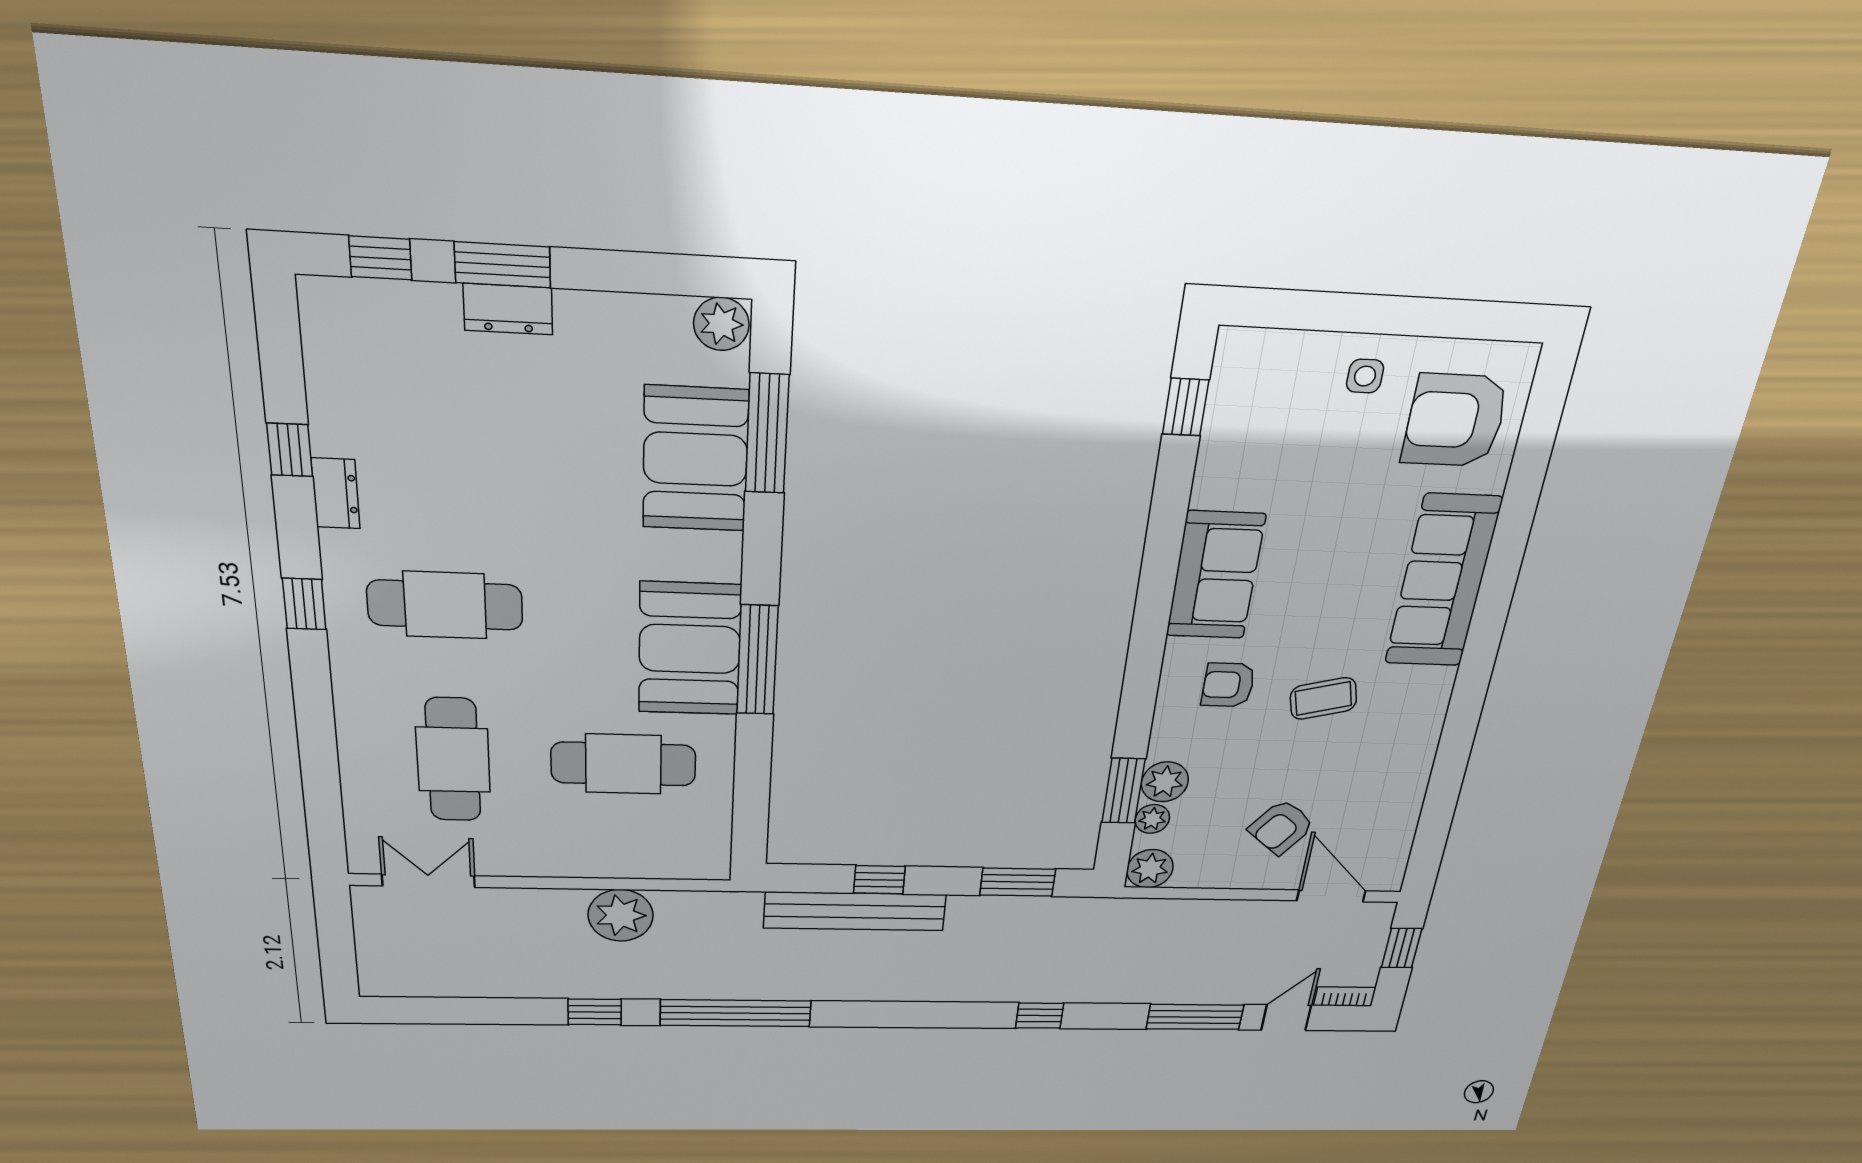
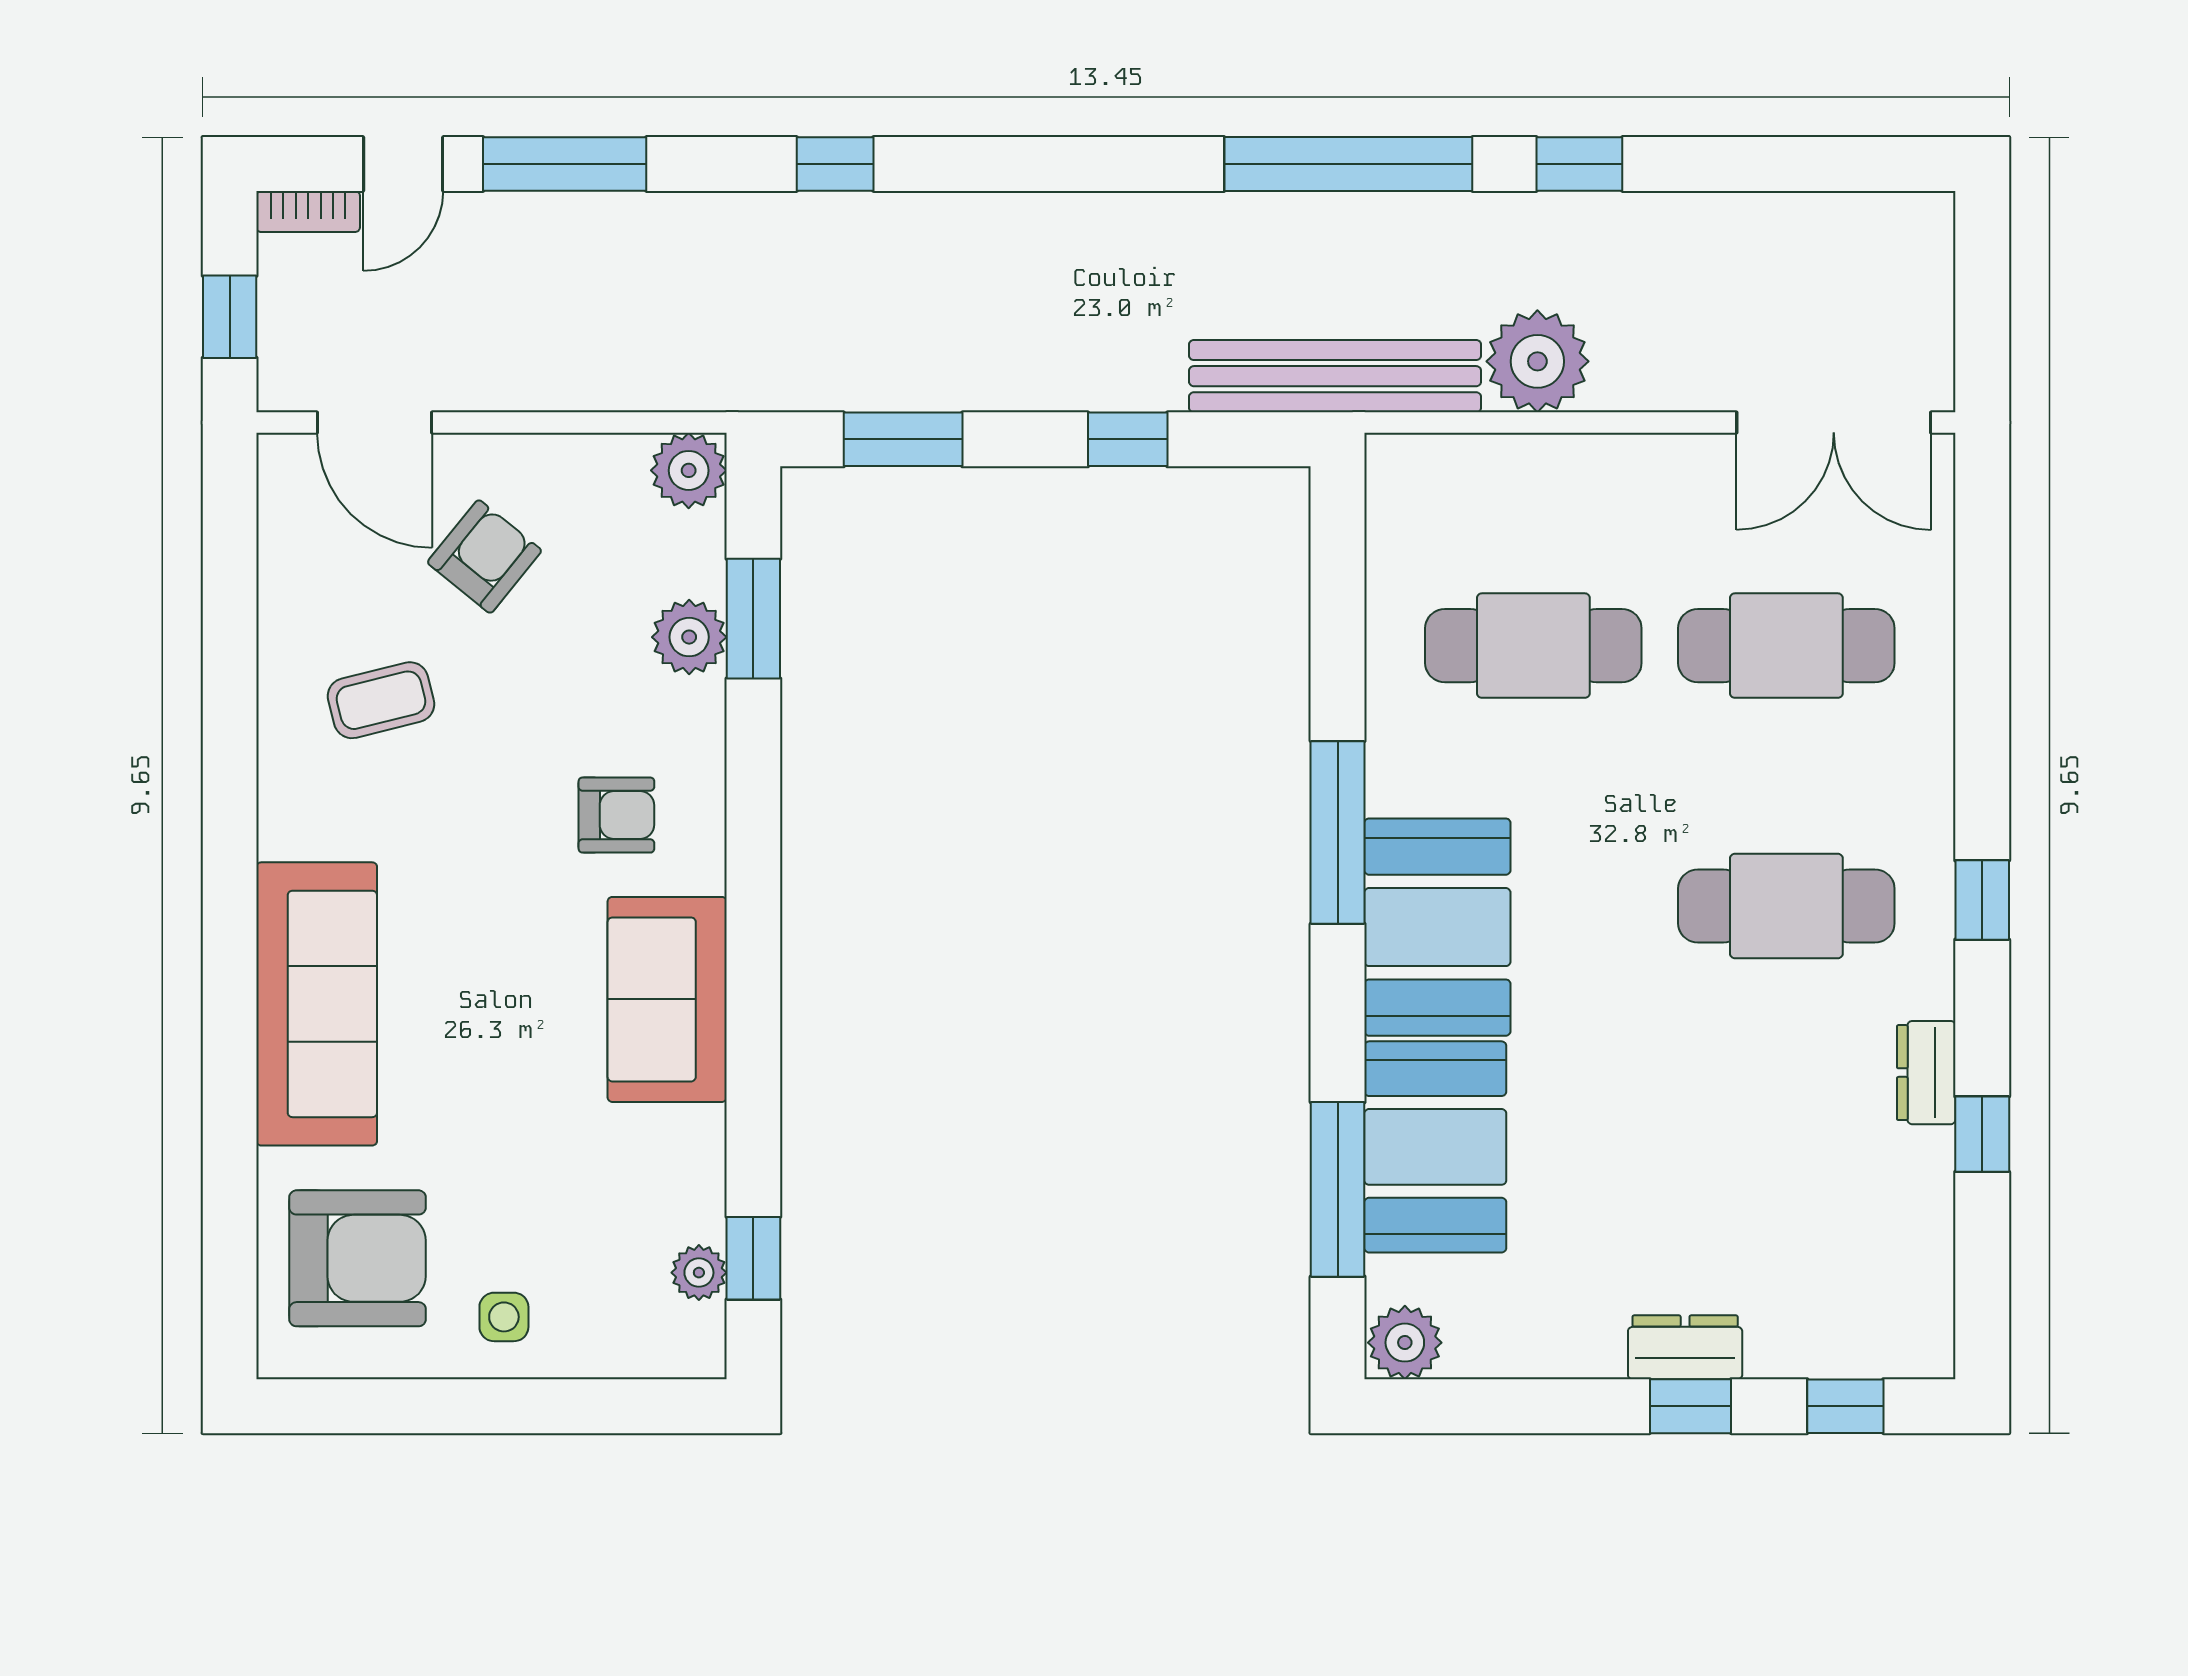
window: (502, 265) -> (1690, 1406), width x0.67
booth: (690, 649) -> (1437, 927), moved
coffee table: (1323, 698) -> (381, 700), moved
cafe table: (453, 760) -> (1786, 646), turned 90
plant: (1152, 819) -> (699, 1273), moved
double door: (428, 881) -> (1834, 423), width x1.37
bench: (855, 911) -> (1335, 376), moved

